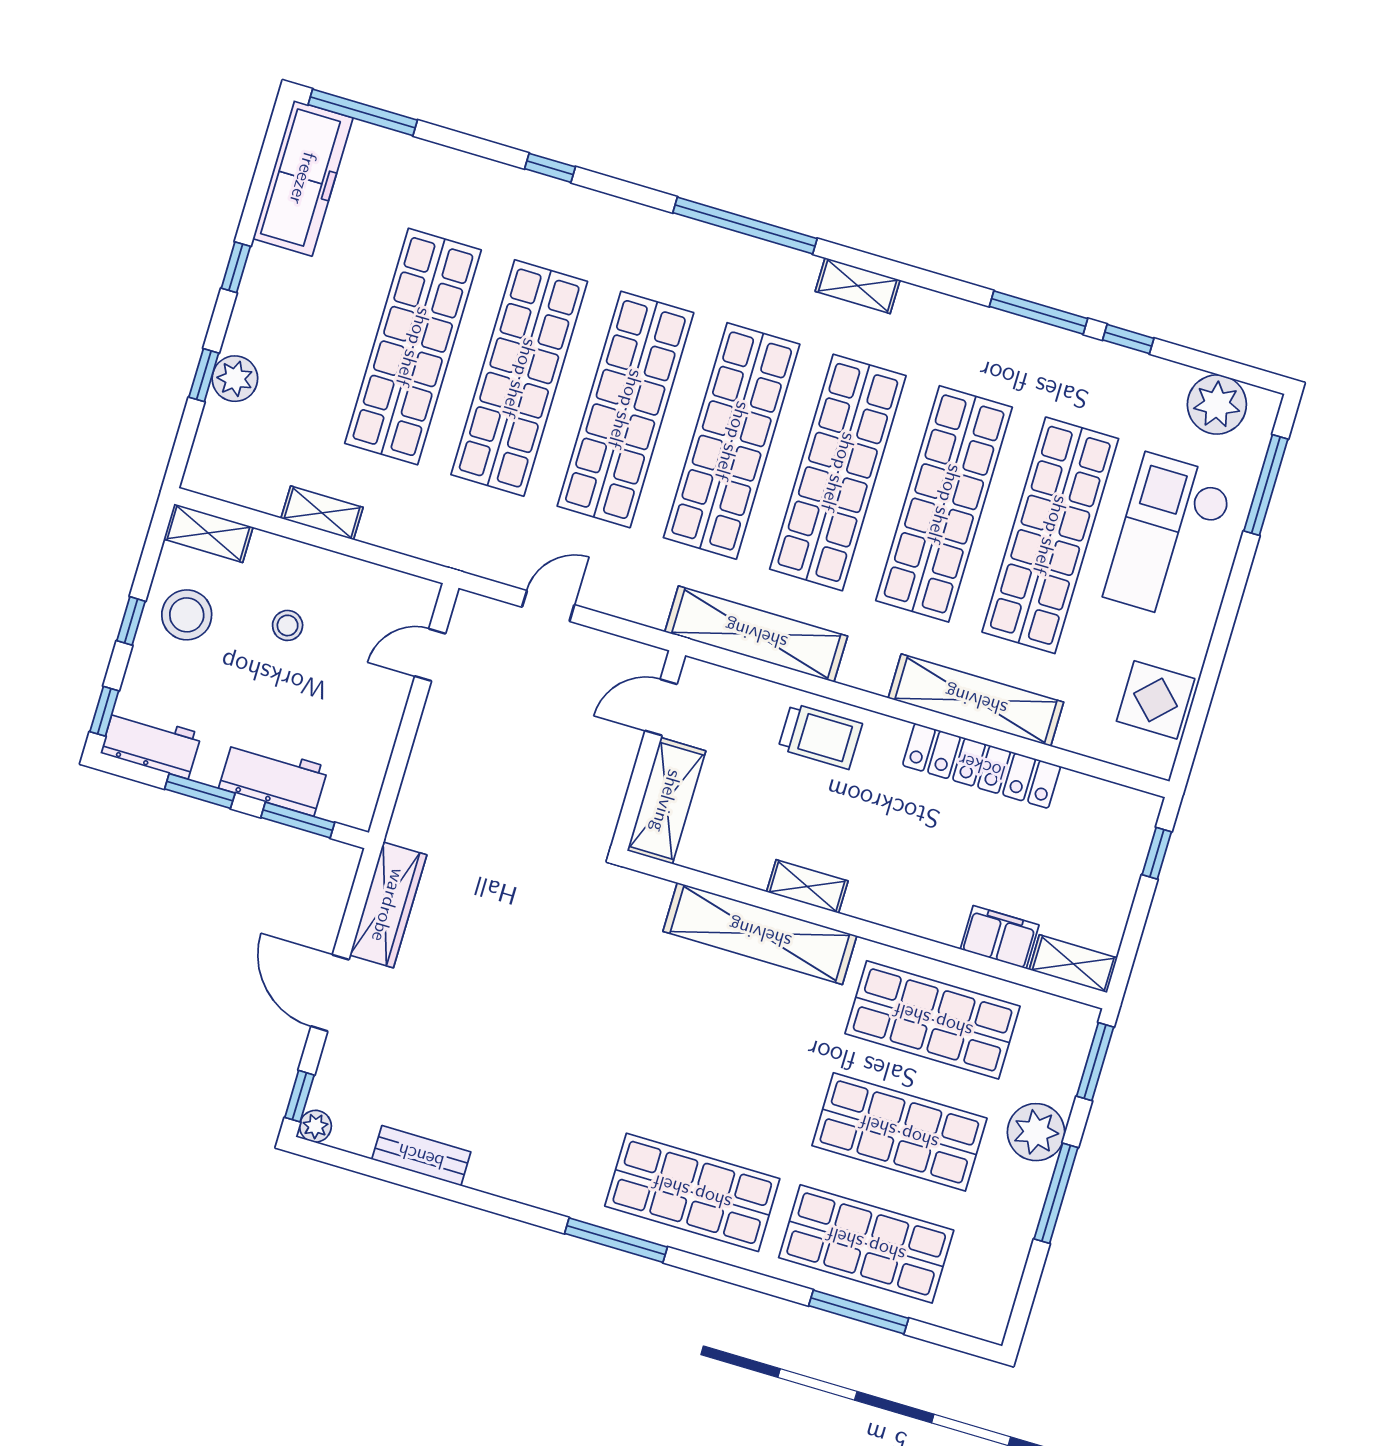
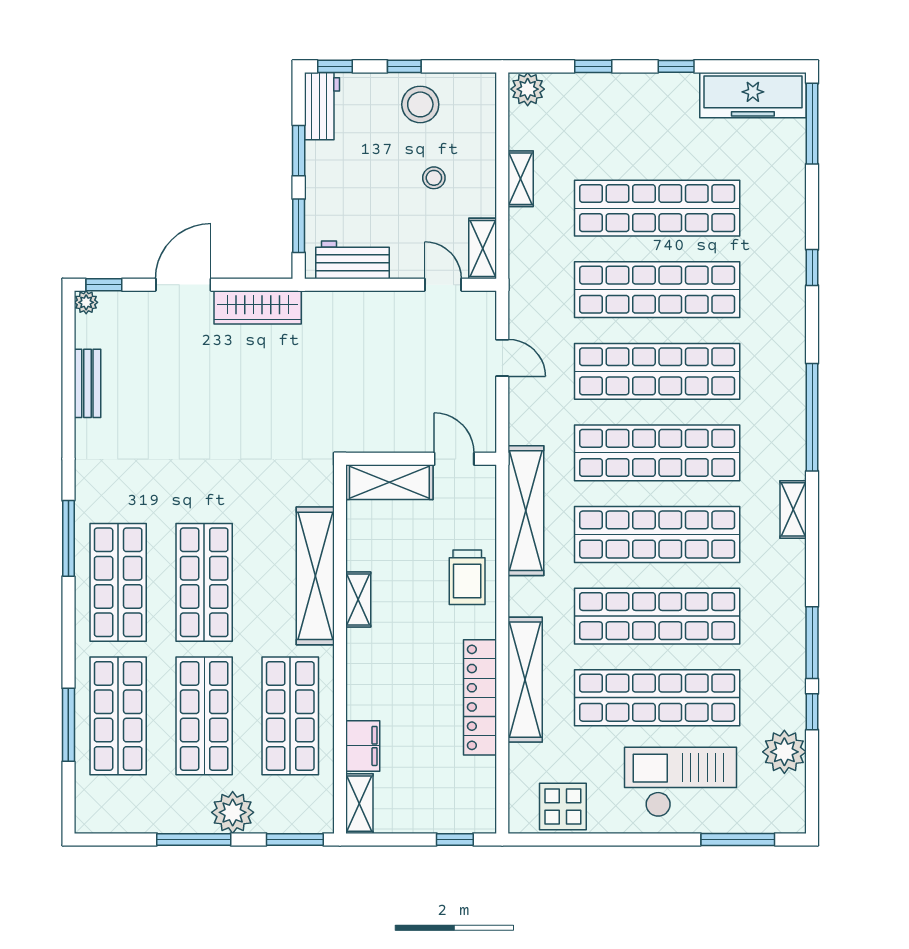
plant: (235, 379) -> (528, 89), moved
plant: (1217, 404) -> (784, 752), moved
shelving: (208, 533) -> (483, 248), moved
workbench: (273, 778) -> (352, 260), moved, turned -90
shop shelf: (725, 1080) -> (204, 582), added

